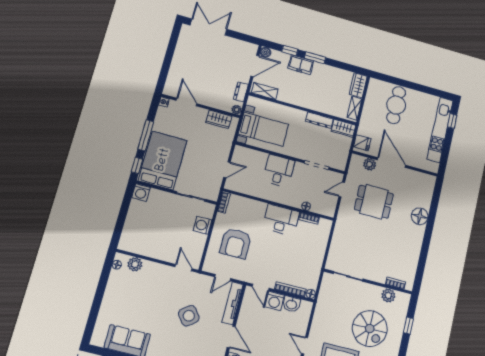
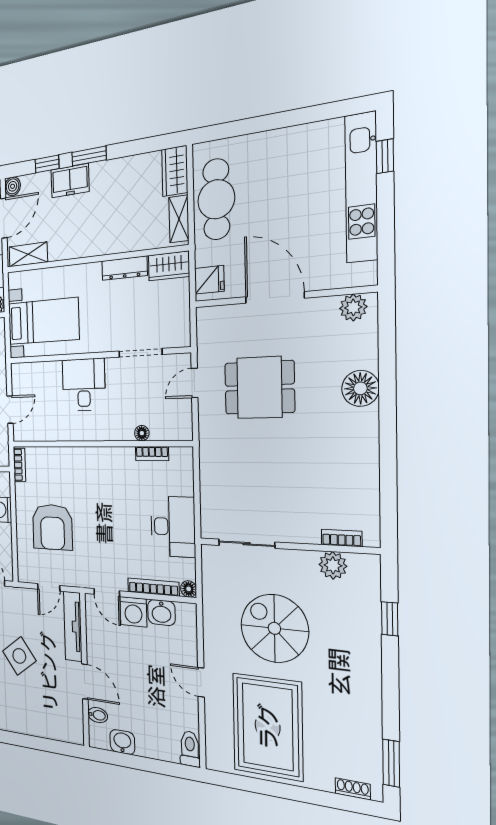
cafe table: (396, 105) -> (216, 199), moved
plant: (370, 164) -> (353, 307), moved
desk: (281, 220) -> (173, 527), moved, turned 90
spiral stairs: (370, 329) -> (274, 628), moved, turned 180

